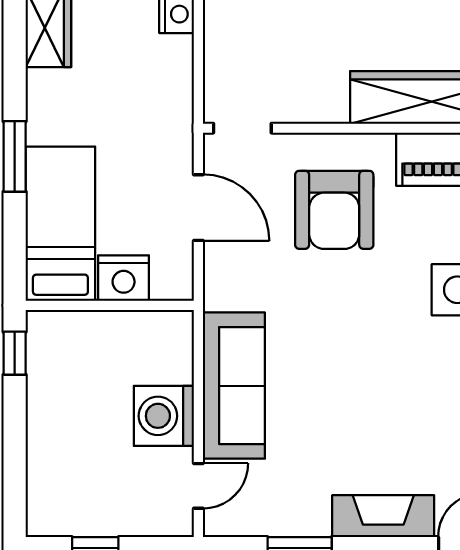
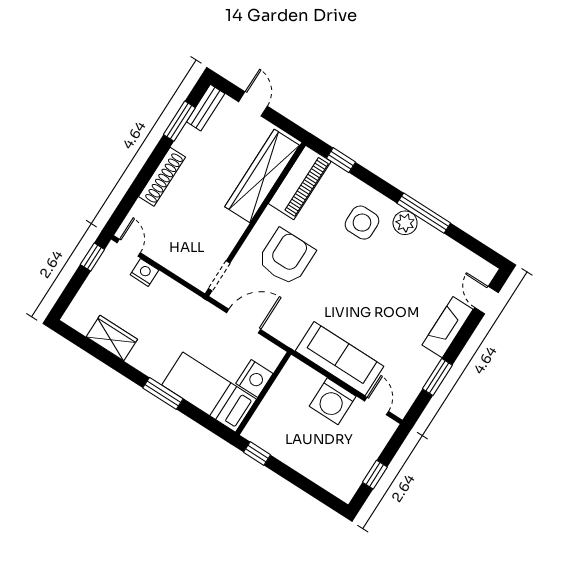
armchair: (334, 210) -> (286, 257), turned -90

